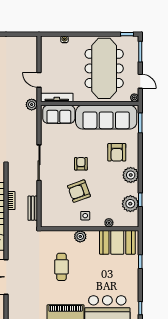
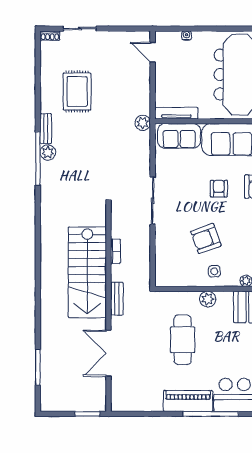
door: (39, 80) -> (153, 52), moved
armchair: (81, 164) -> (219, 189), moved
bench: (33, 208) -> (117, 299), moved
cafe table: (61, 267) -> (183, 340), width x1.37, depth x1.35

